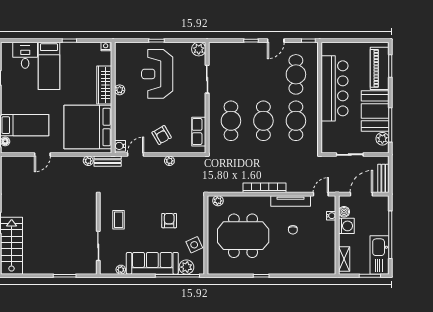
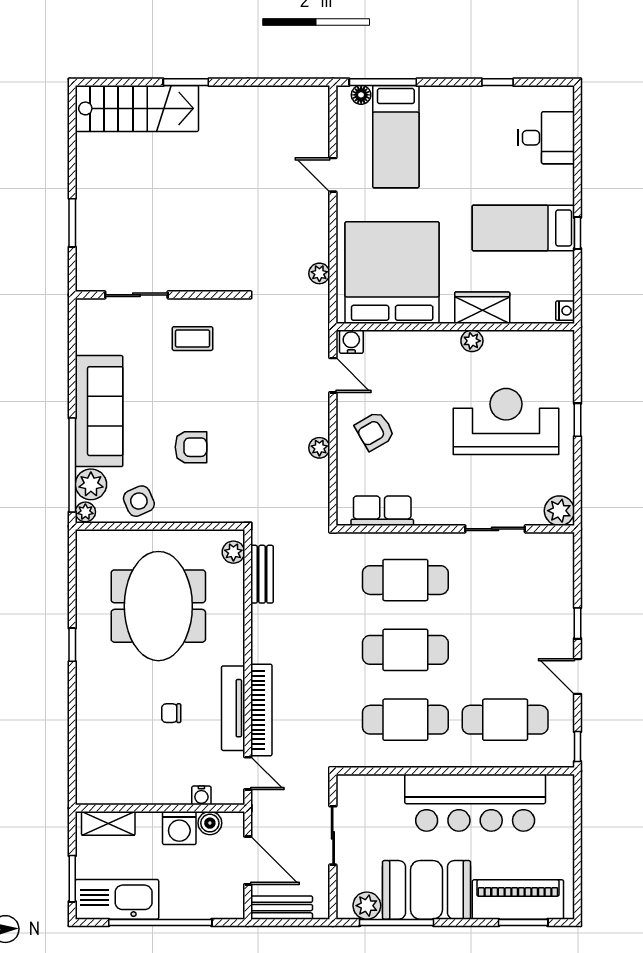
bed: (49, 66) -> (523, 228), moved
wardrobe: (104, 85) -> (482, 308), width x0.67
bench: (108, 161) -> (262, 574), moved
bookcase: (265, 188) -> (261, 710), moved
plant: (121, 270) -> (85, 512), moved

